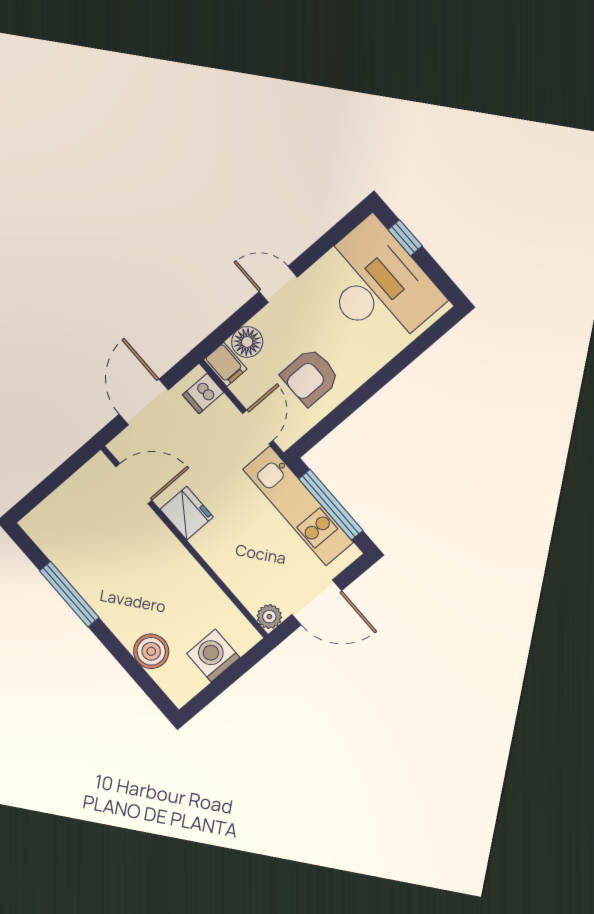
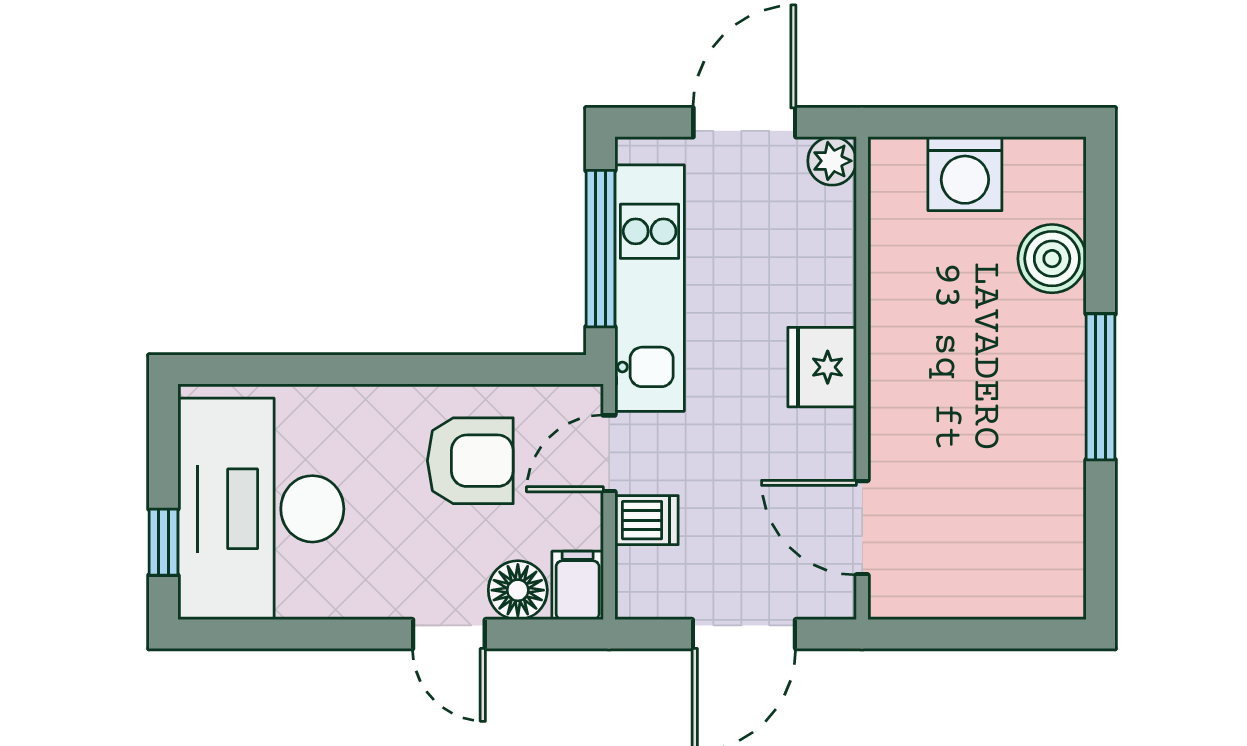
door: (278, 284) -> (449, 634), moved
dishwasher: (203, 394) -> (646, 520), moved
fridge: (187, 513) -> (822, 367), moved
window: (69, 594) -> (1101, 387), moved
door: (317, 602) -> (744, 122), hinge flipped

